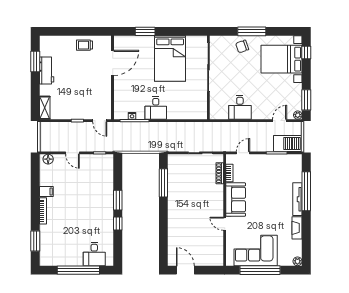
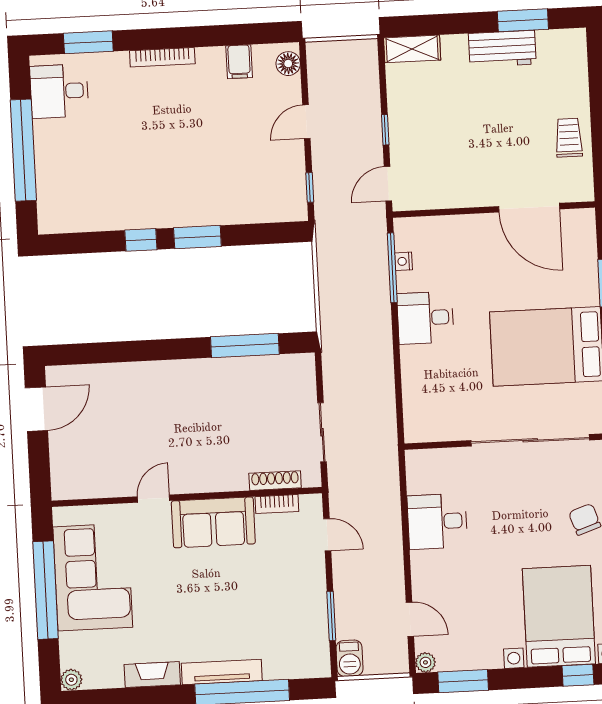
barbecue: (288, 143) -> (350, 658), width x0.53, depth x0.65
filing cabinet: (46, 192) -> (239, 62), moved
desk: (94, 254) -> (59, 91), moved

